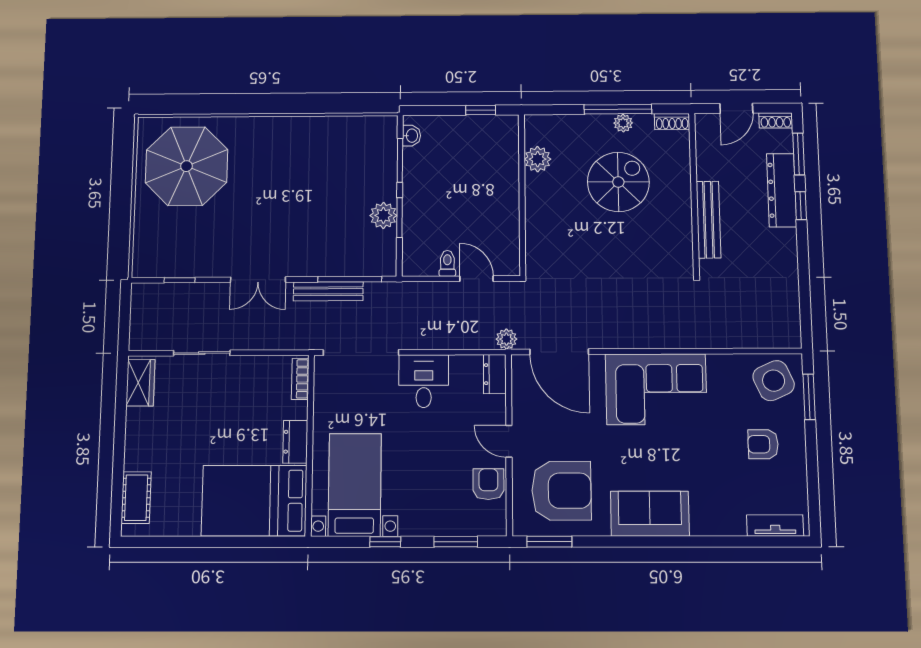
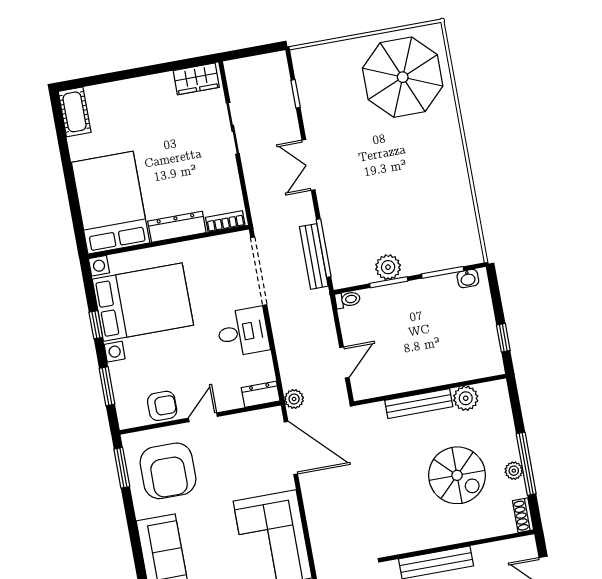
bench: (535, 209) -> (419, 404), added
toilet: (447, 263) -> (348, 300), moved
bench: (328, 291) -> (314, 256), moved
door: (559, 352) -> (291, 448), swing flipped
dresser: (295, 442) -> (177, 227), width x1.44
bed with nightstands: (355, 485) -> (143, 302), width x1.36
cot: (136, 498) -> (75, 112), moved, turned 90

